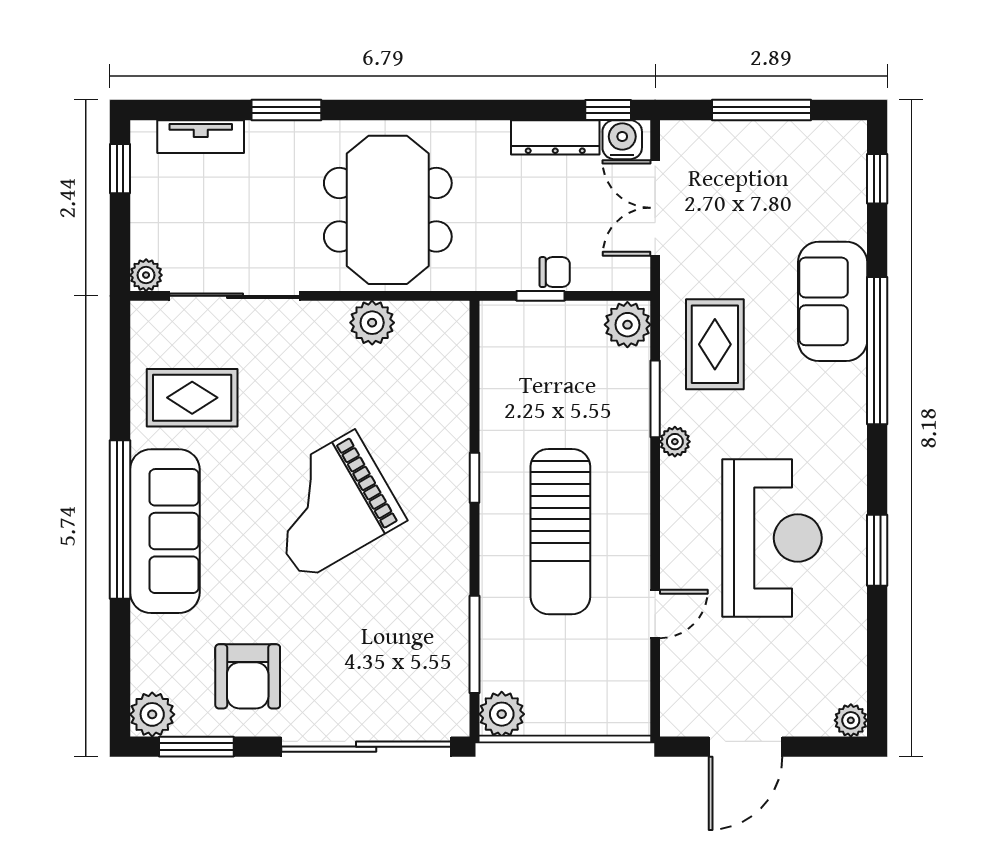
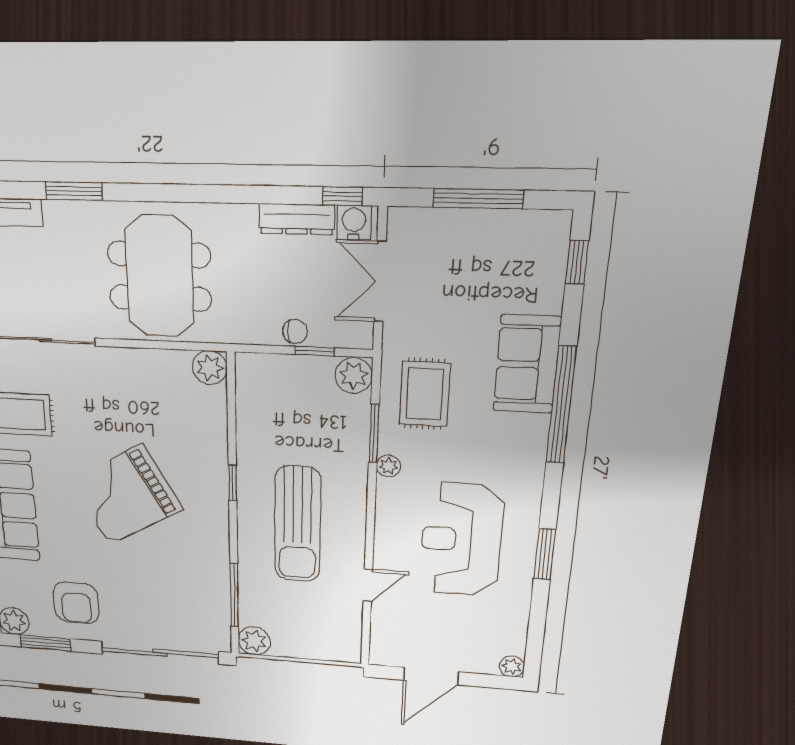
window: (541, 296) -> (315, 351), moved
plant: (372, 323) -> (210, 368), moved
reception desk: (772, 538) -> (461, 540), turned 180

